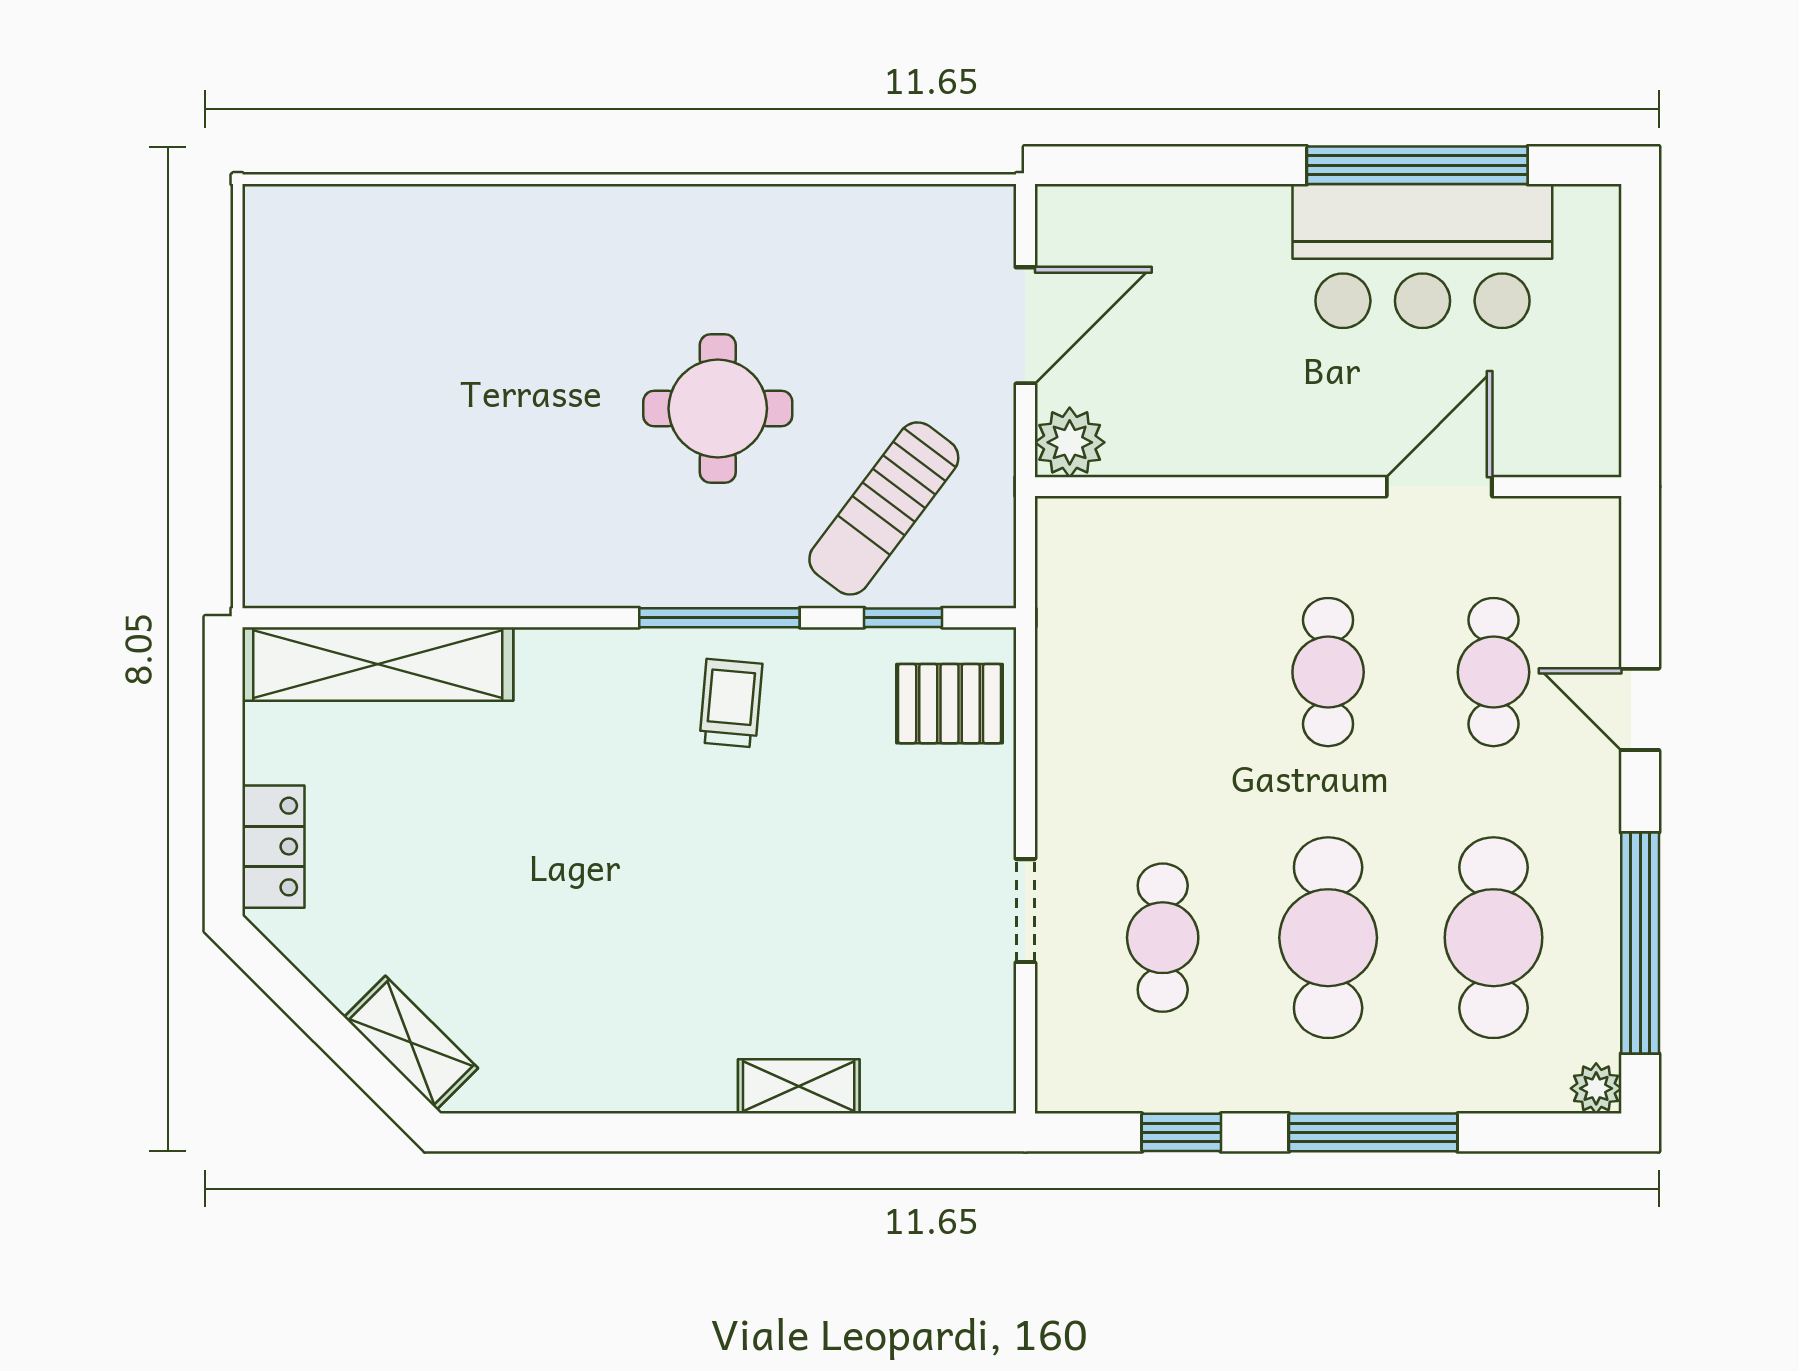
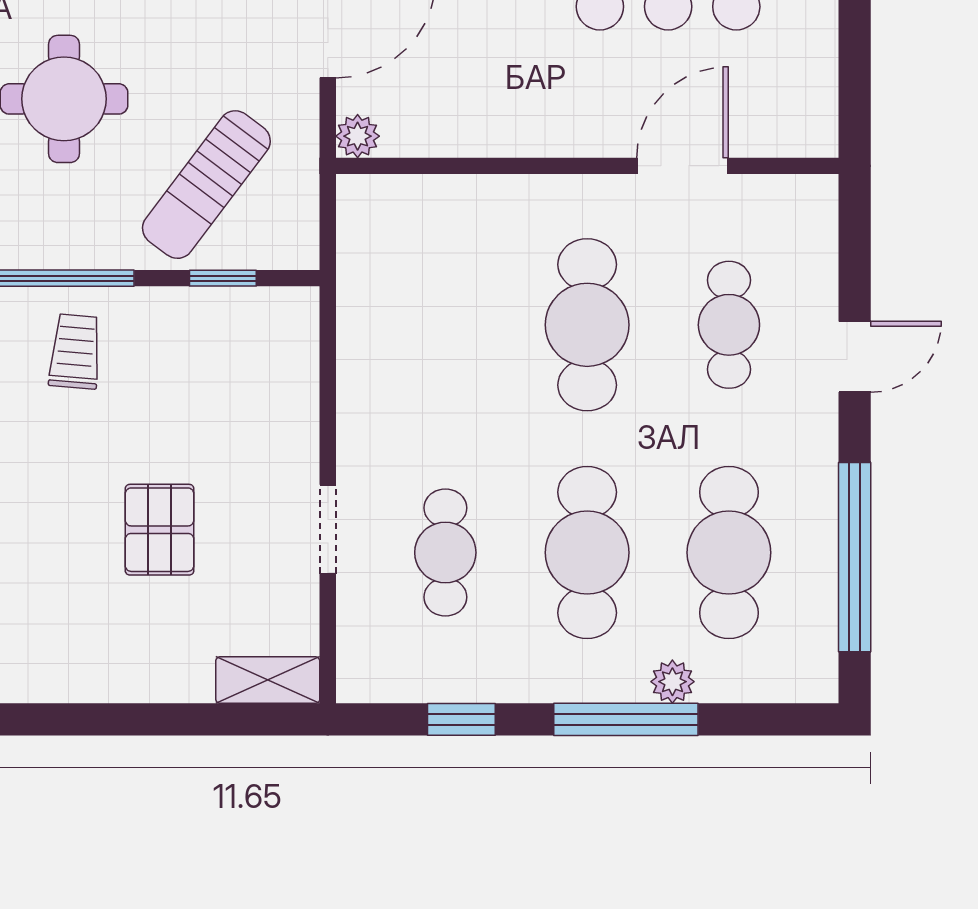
plant: (1070, 442) -> (358, 136), width x0.73, depth x0.73
cafe table: (1328, 672) -> (587, 325), width x1.37, depth x1.35
pallet: (950, 704) -> (160, 530), moved, turned 90
door: (1640, 709) -> (855, 357), swing flipped
shelving: (799, 1086) -> (268, 680), moved
plant: (1596, 1088) -> (672, 682), moved

